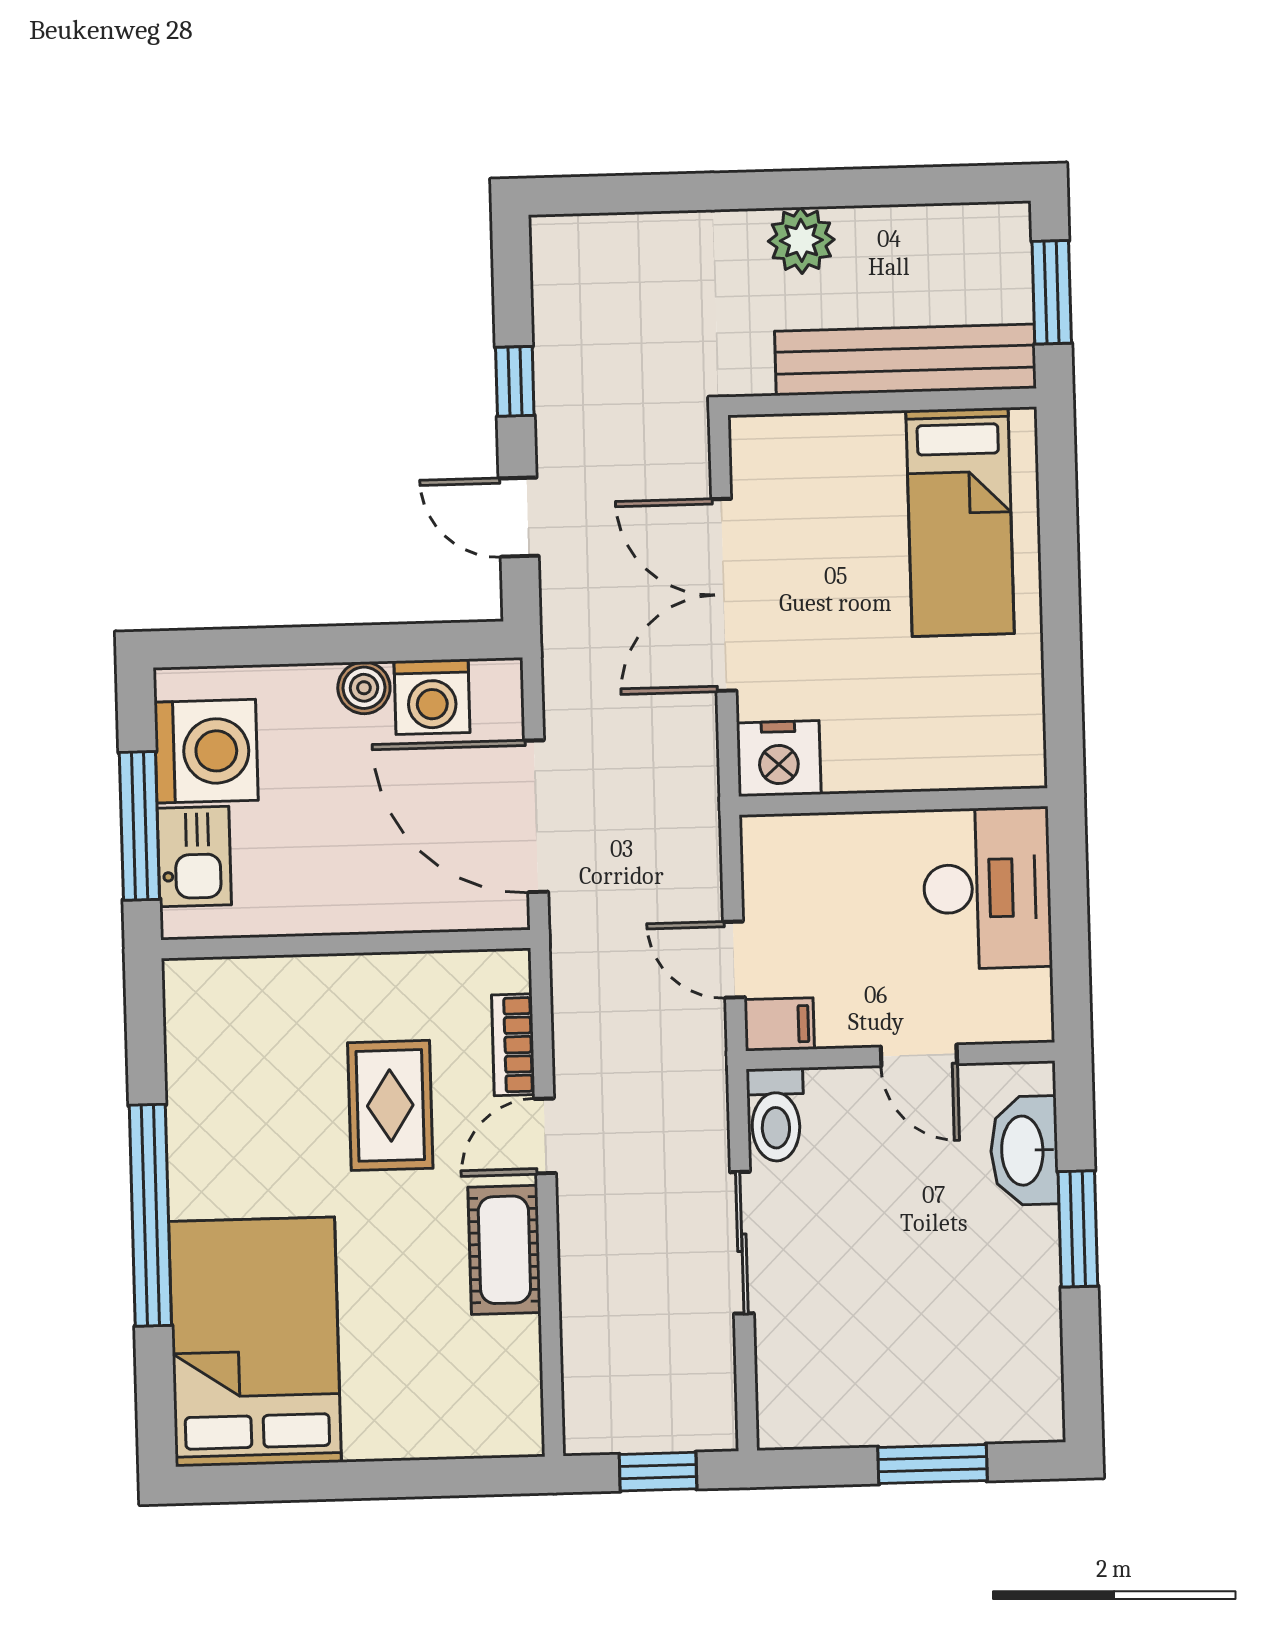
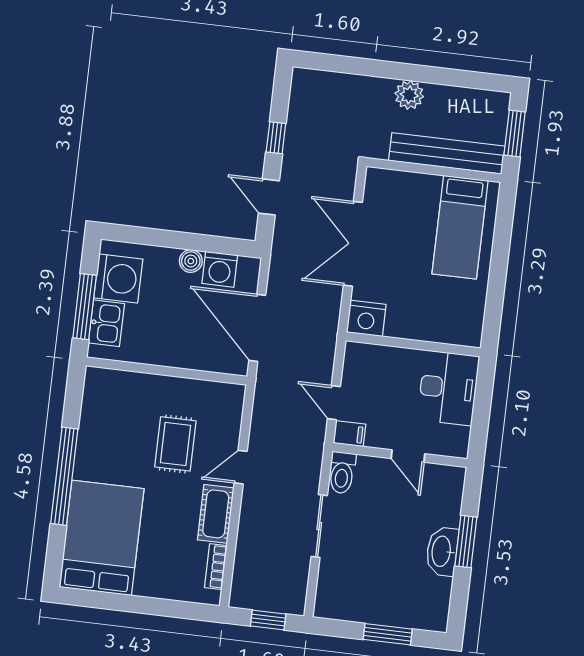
bookcase: (513, 1045) -> (216, 567), moved
washbasin: (1024, 1151) -> (442, 551), moved

